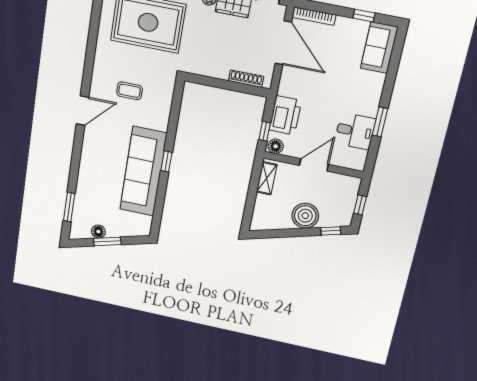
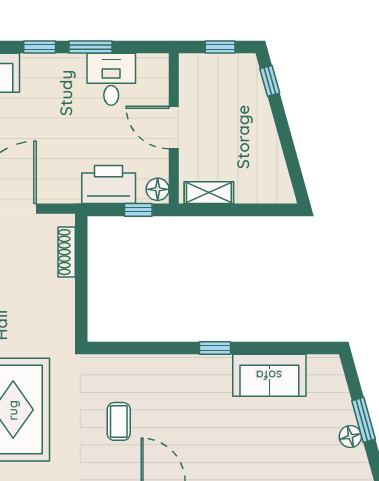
window: (388, 88) -> (40, 47), added
sofa: (143, 172) -> (269, 375), width x0.54, depth x0.79
boiler: (305, 216) -> (254, 124), removed

